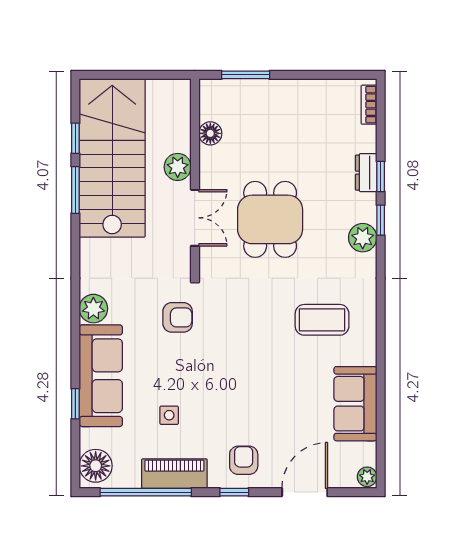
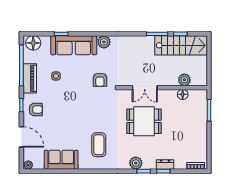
stairs: (112, 158) -> (181, 45), width x0.73, depth x0.66
plant: (178, 167) -> (184, 80), moved

